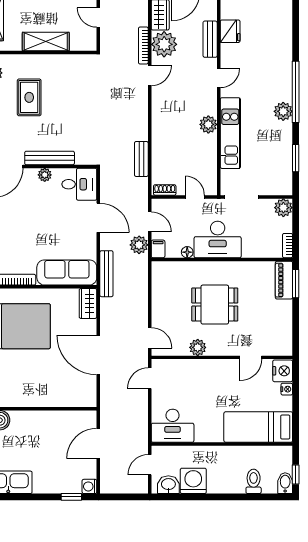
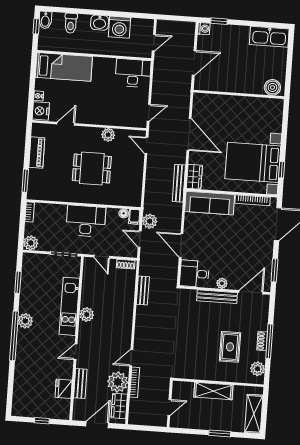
door: (98, 18) -> (169, 407), hinge flipped
floor lamp: (187, 252) -> (124, 213), moved
bench: (106, 274) -> (179, 183), moved
piano: (284, 280) -> (37, 153), moved
washbasin: (168, 485) -> (100, 23), moved

